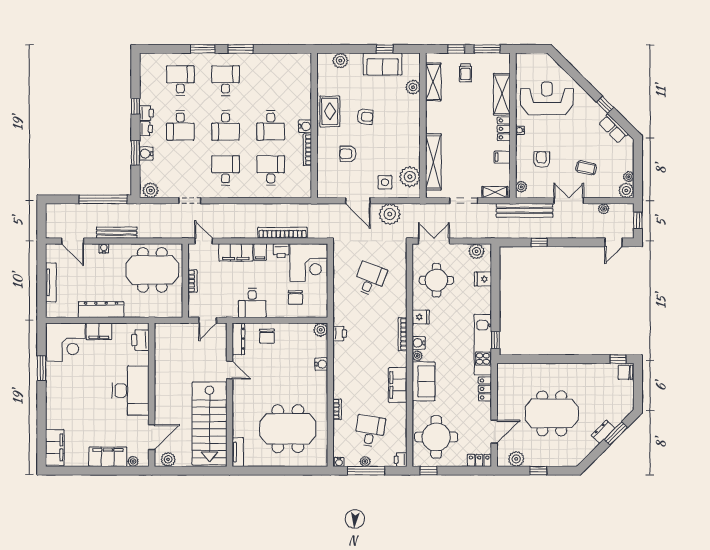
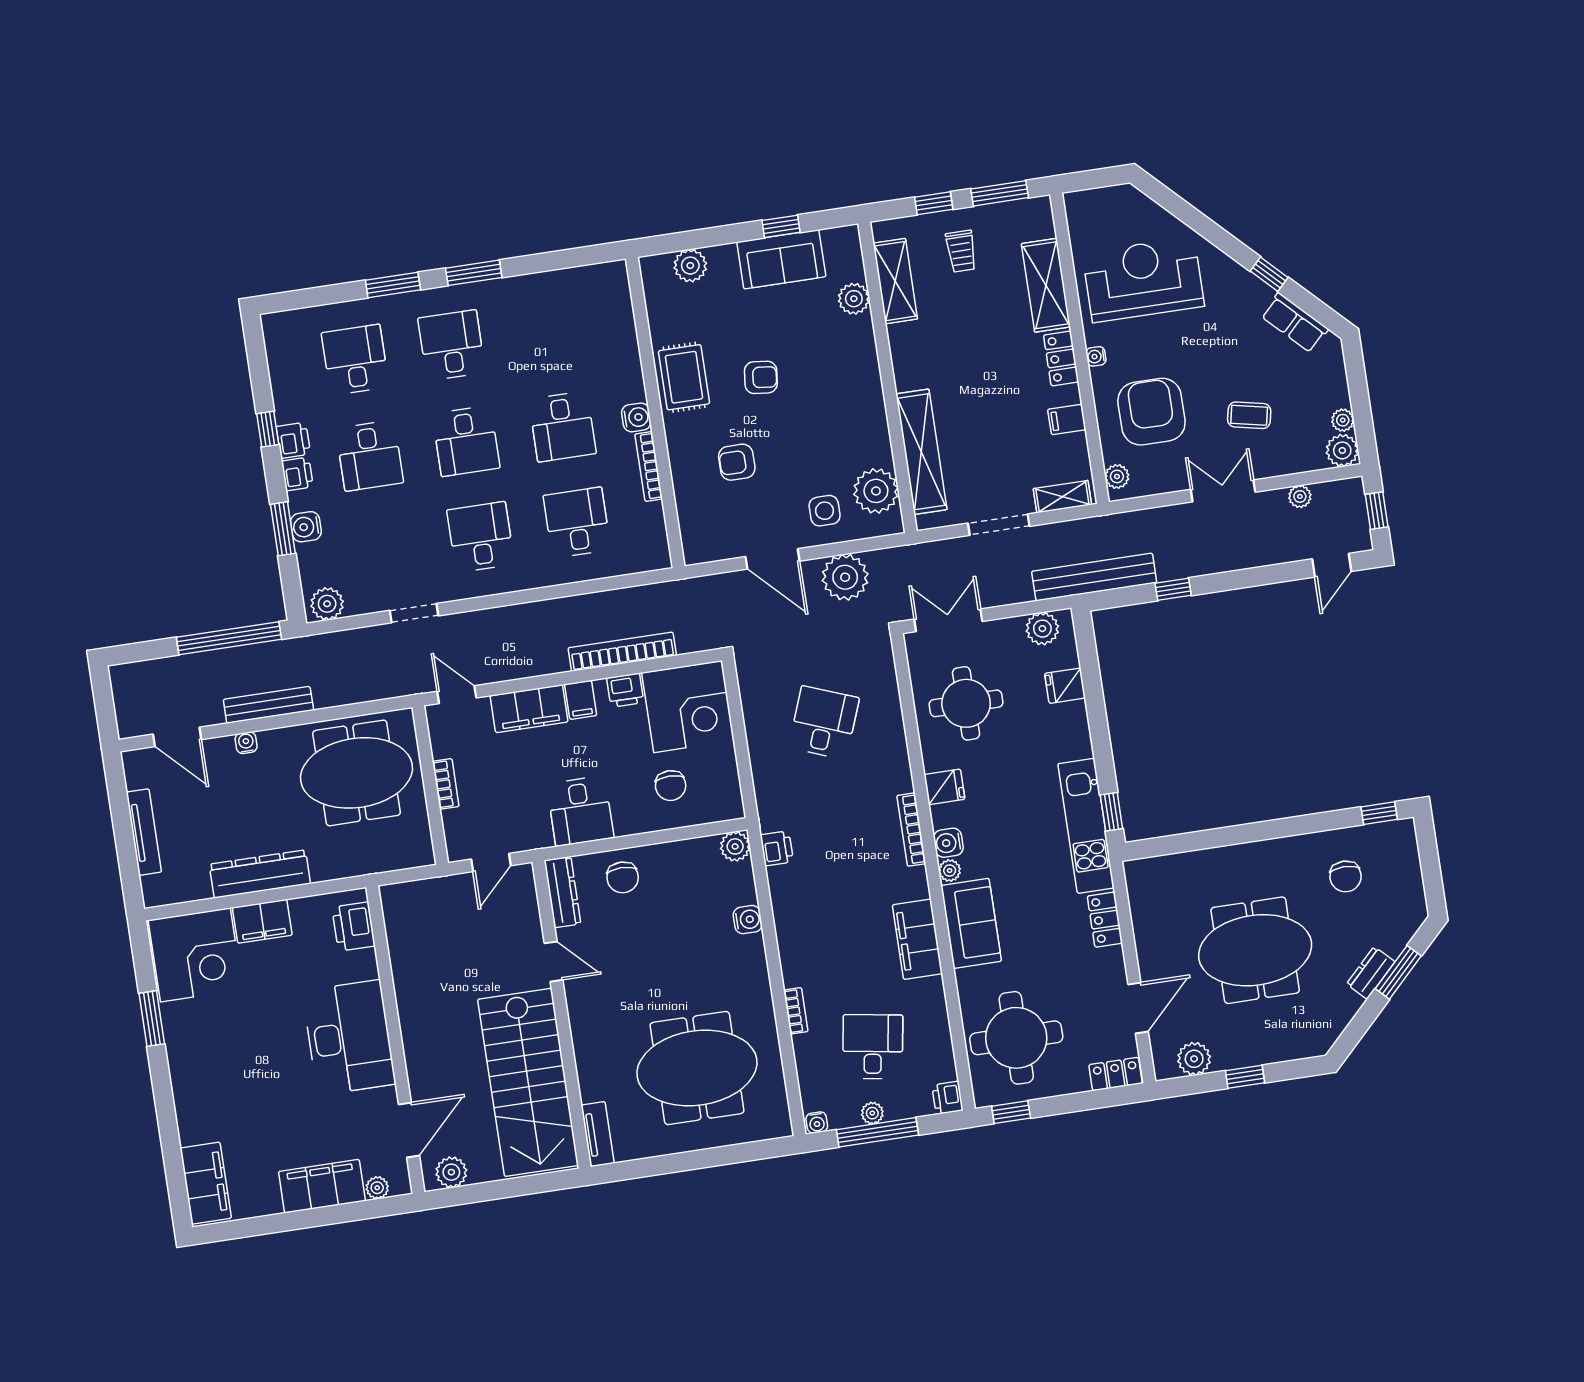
armchair: (542, 159) -> (1151, 412), width x1.88, depth x1.88
bench: (525, 210) -> (1094, 577), moved
chair: (625, 372) -> (1346, 876), moved, turned -90

